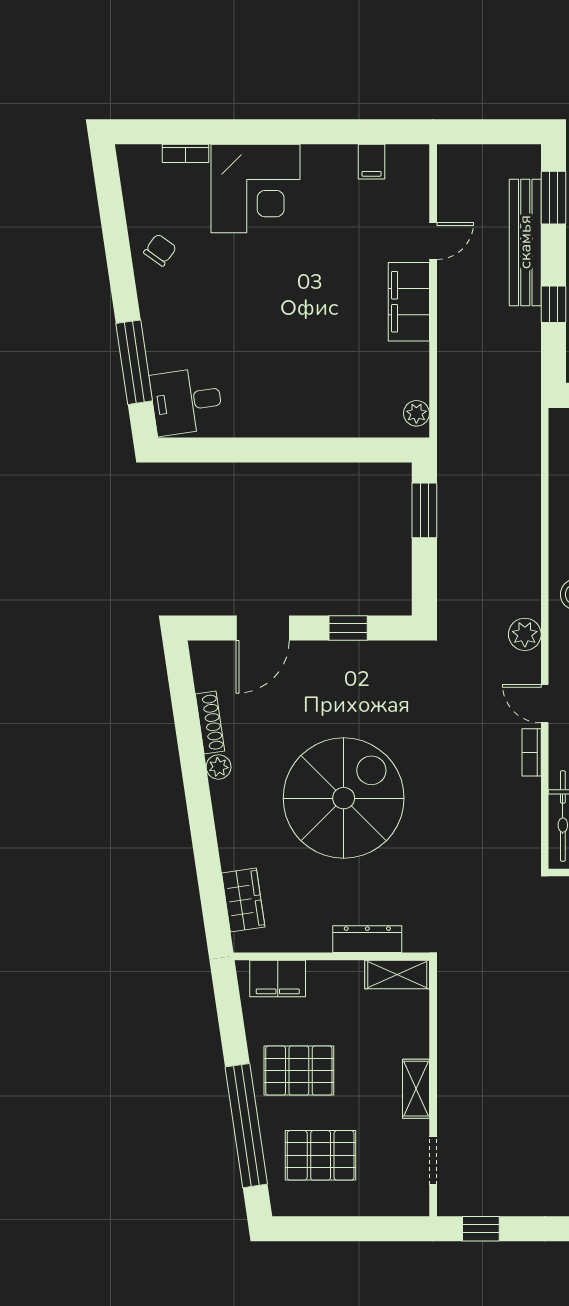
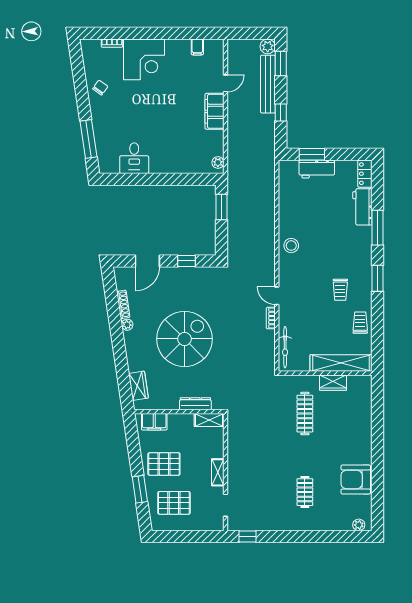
desk: (186, 401) -> (134, 158), moved, turned -82
plant: (525, 634) -> (268, 46), moved
window: (246, 1126) -> (140, 489), width x0.47

